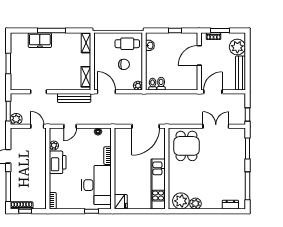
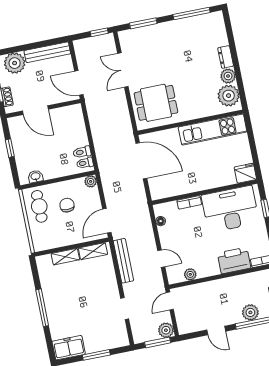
freezer: (40, 40) -> (69, 348), moved, turned -90
shelving: (86, 43) -> (65, 257), moved
printer: (58, 162) -> (234, 260), moved
plant: (17, 184) -> (250, 312), added
dresser: (230, 205) -> (226, 57), moved

